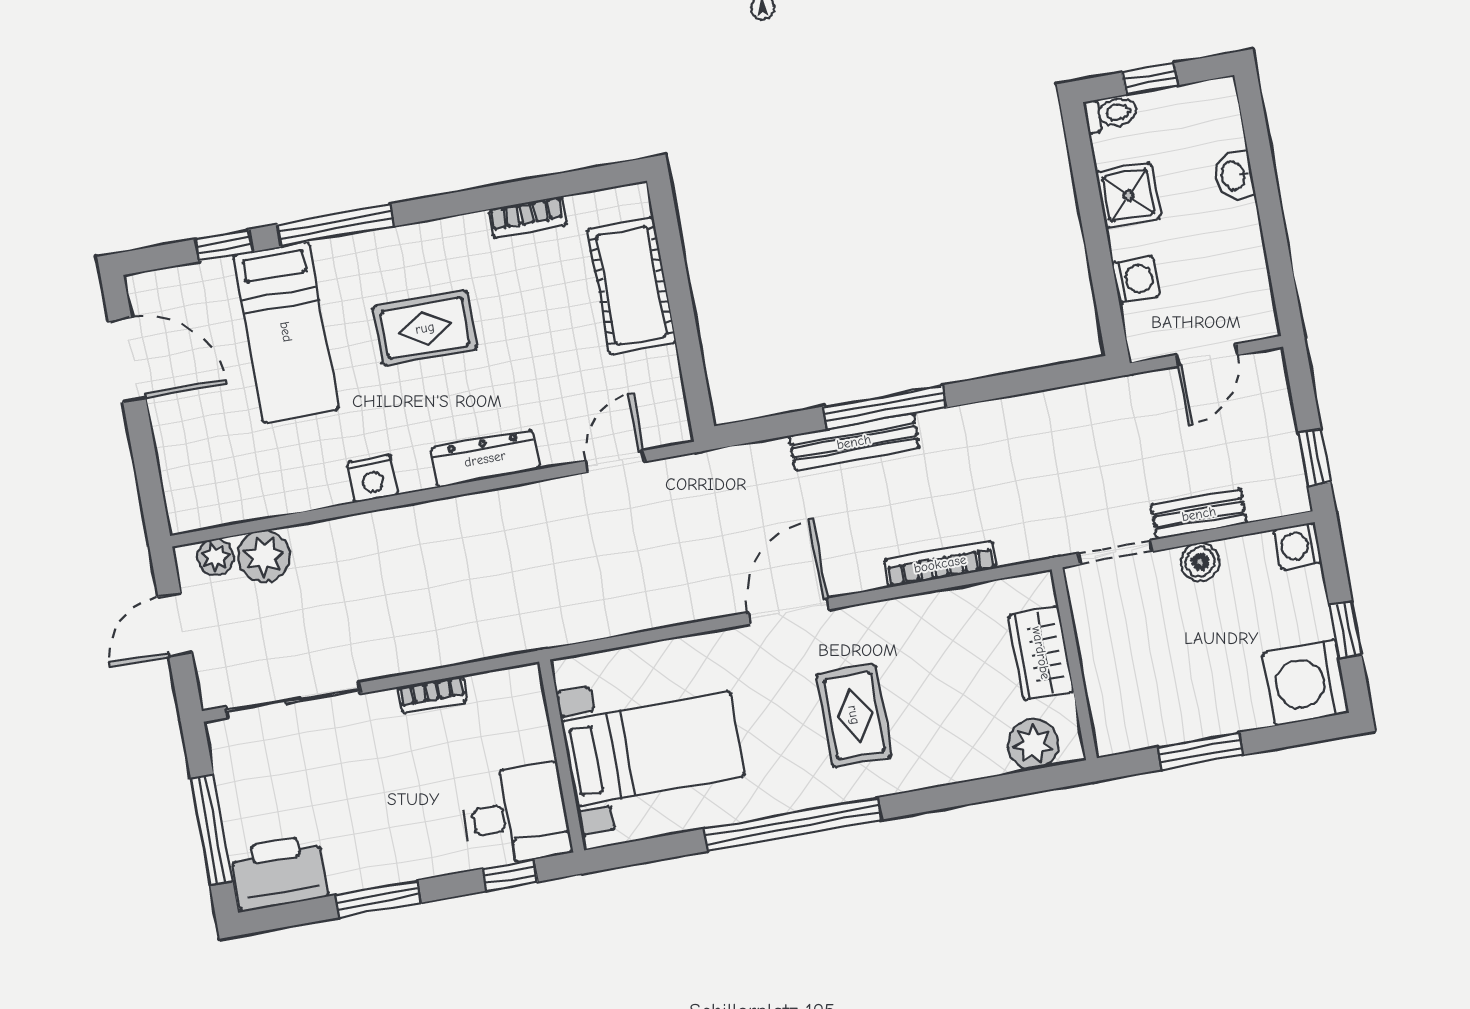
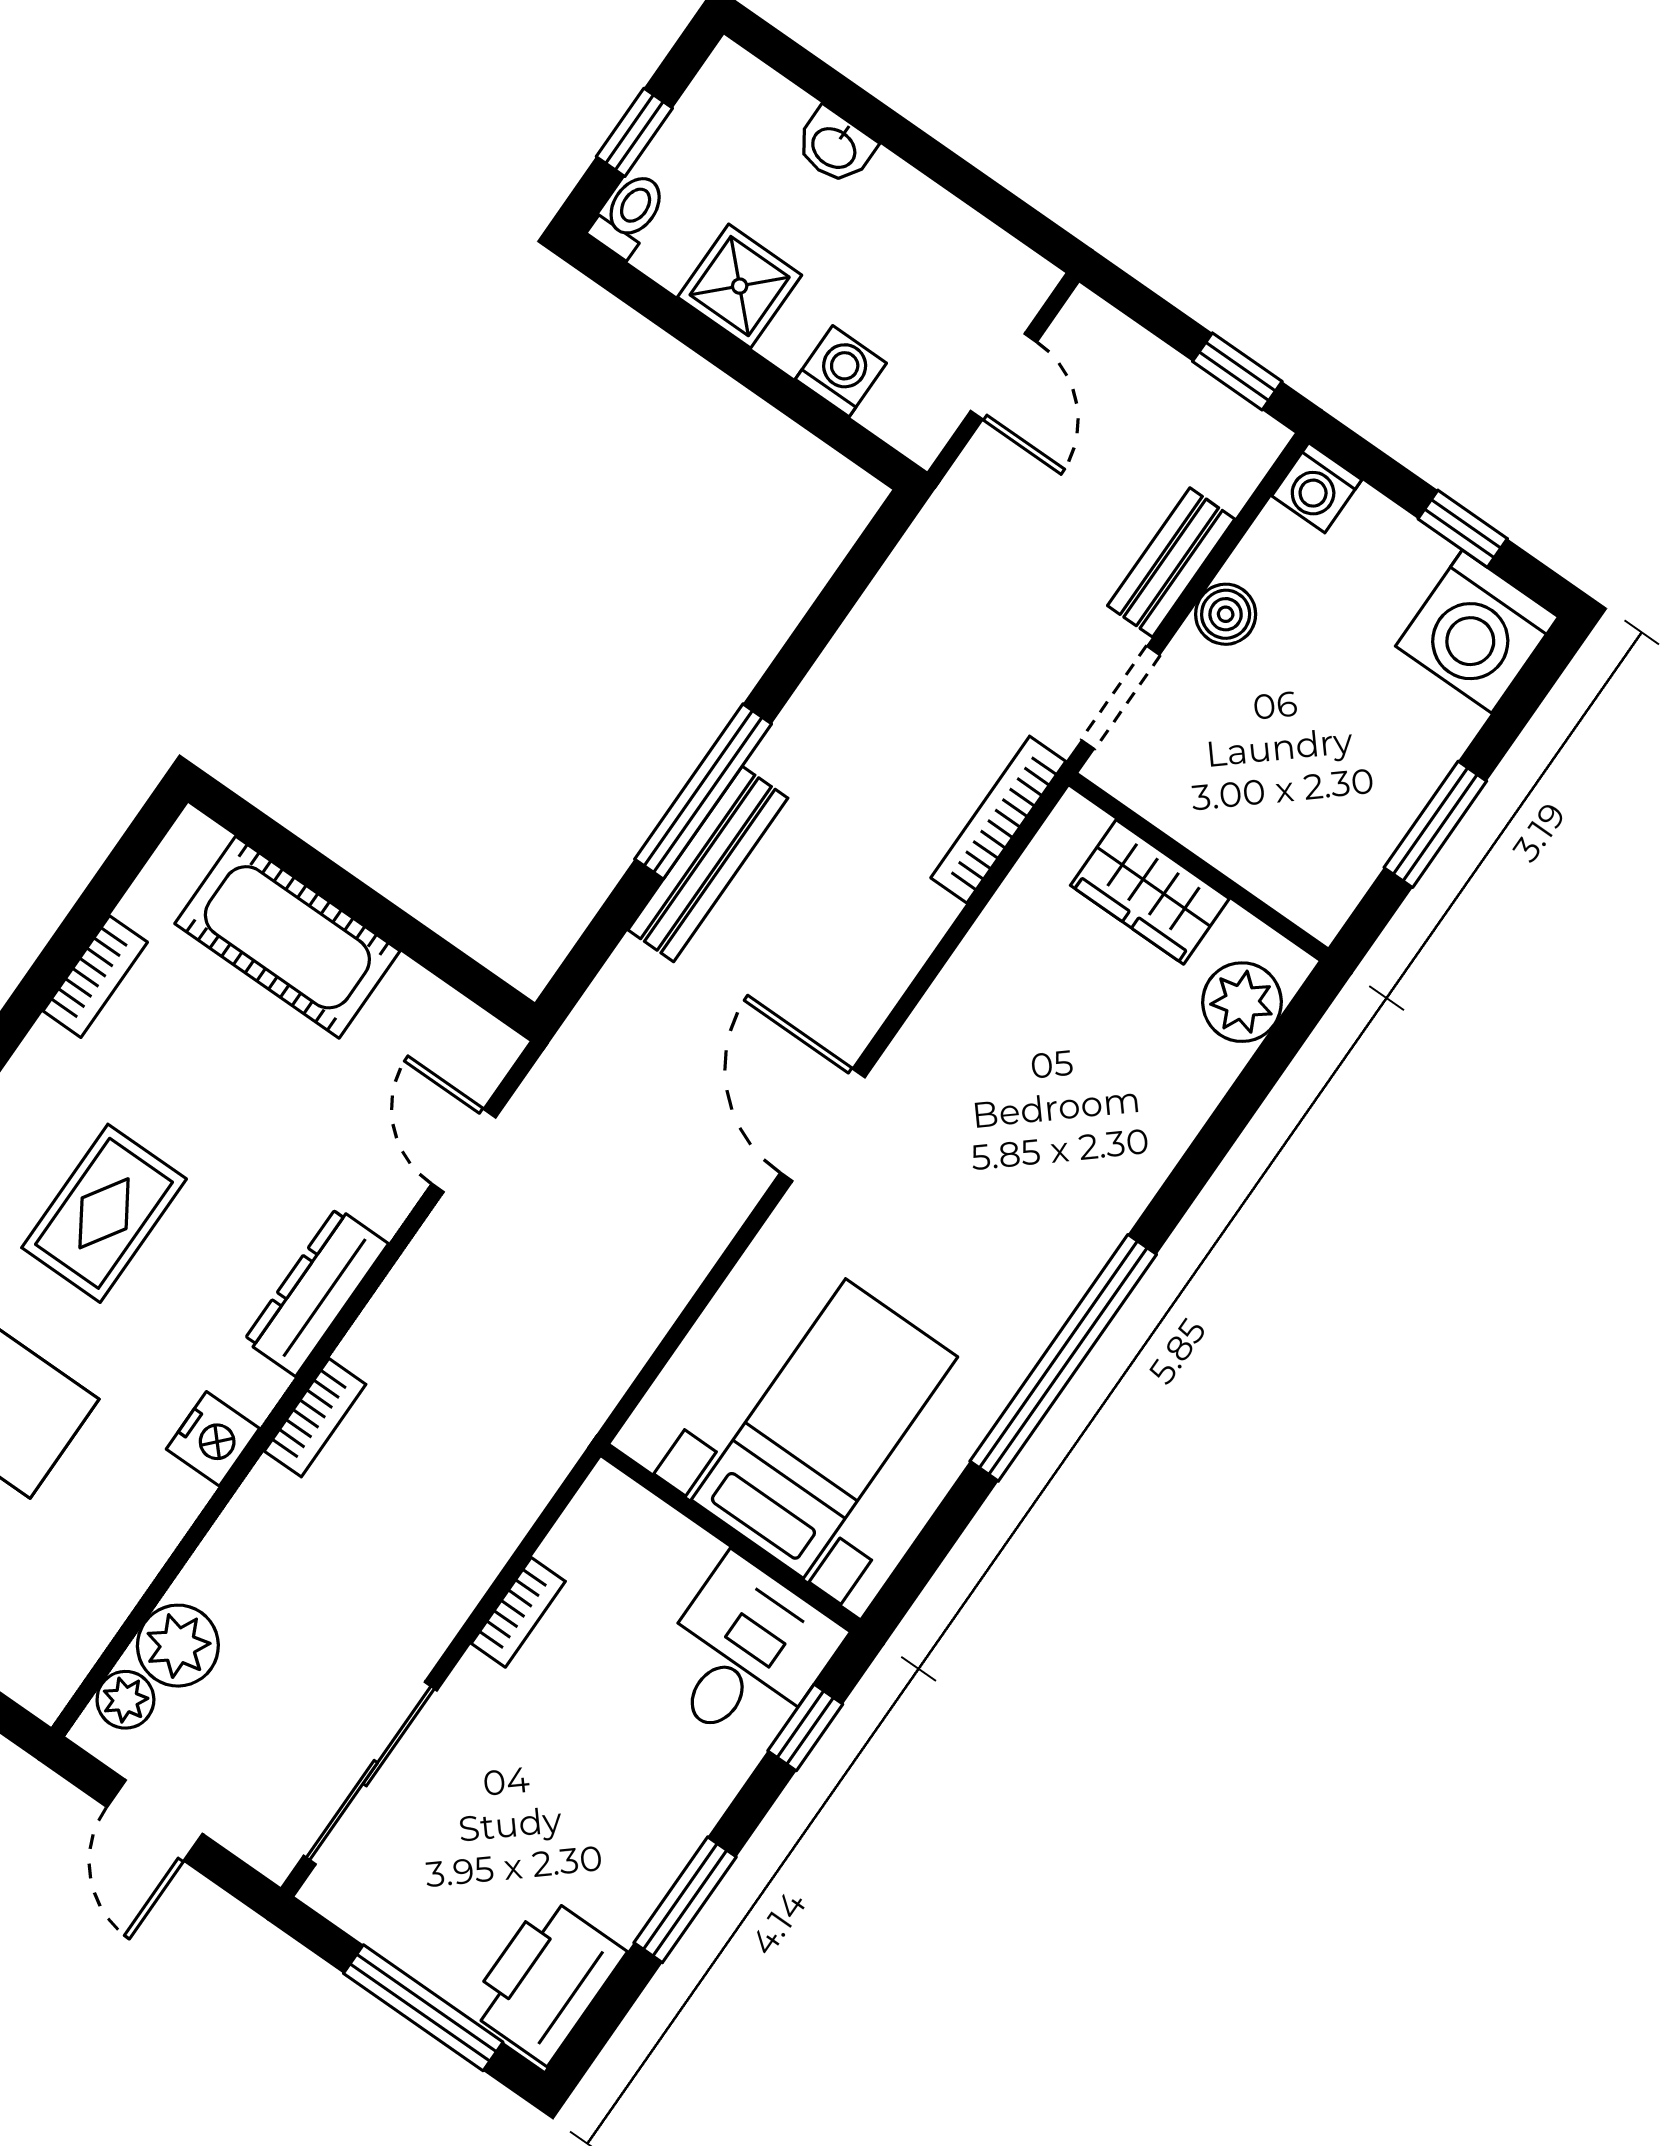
bookcase: (428, 515) -> (315, 1418), added
bookcase: (940, 564) -> (998, 820), moved
rug: (854, 715) -> (1011, 1169), removed

